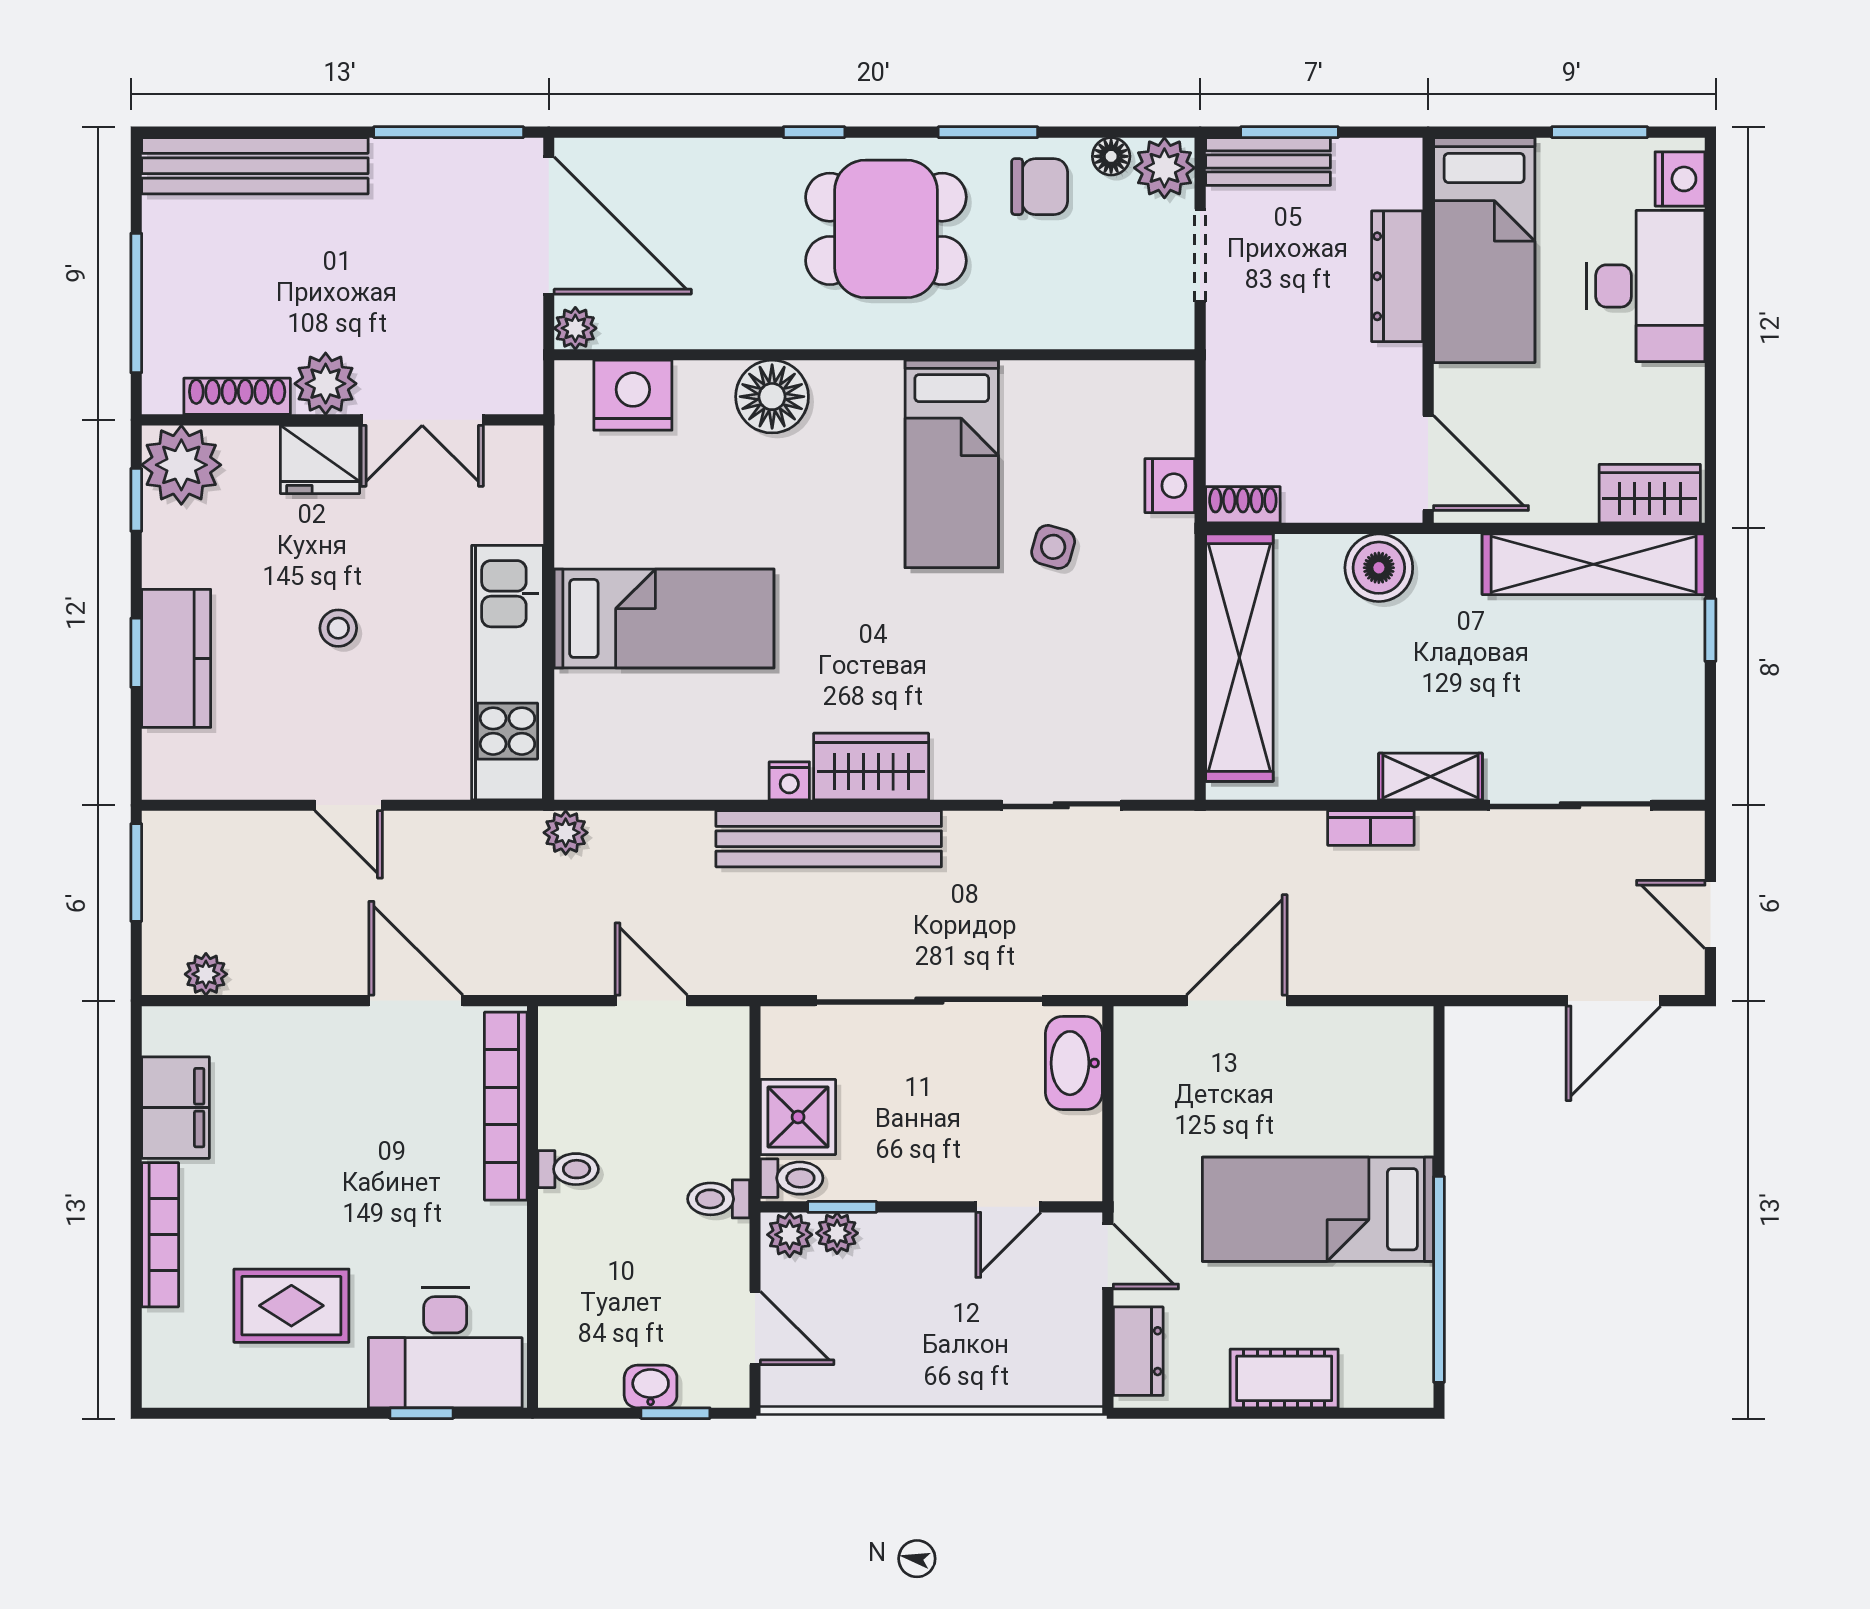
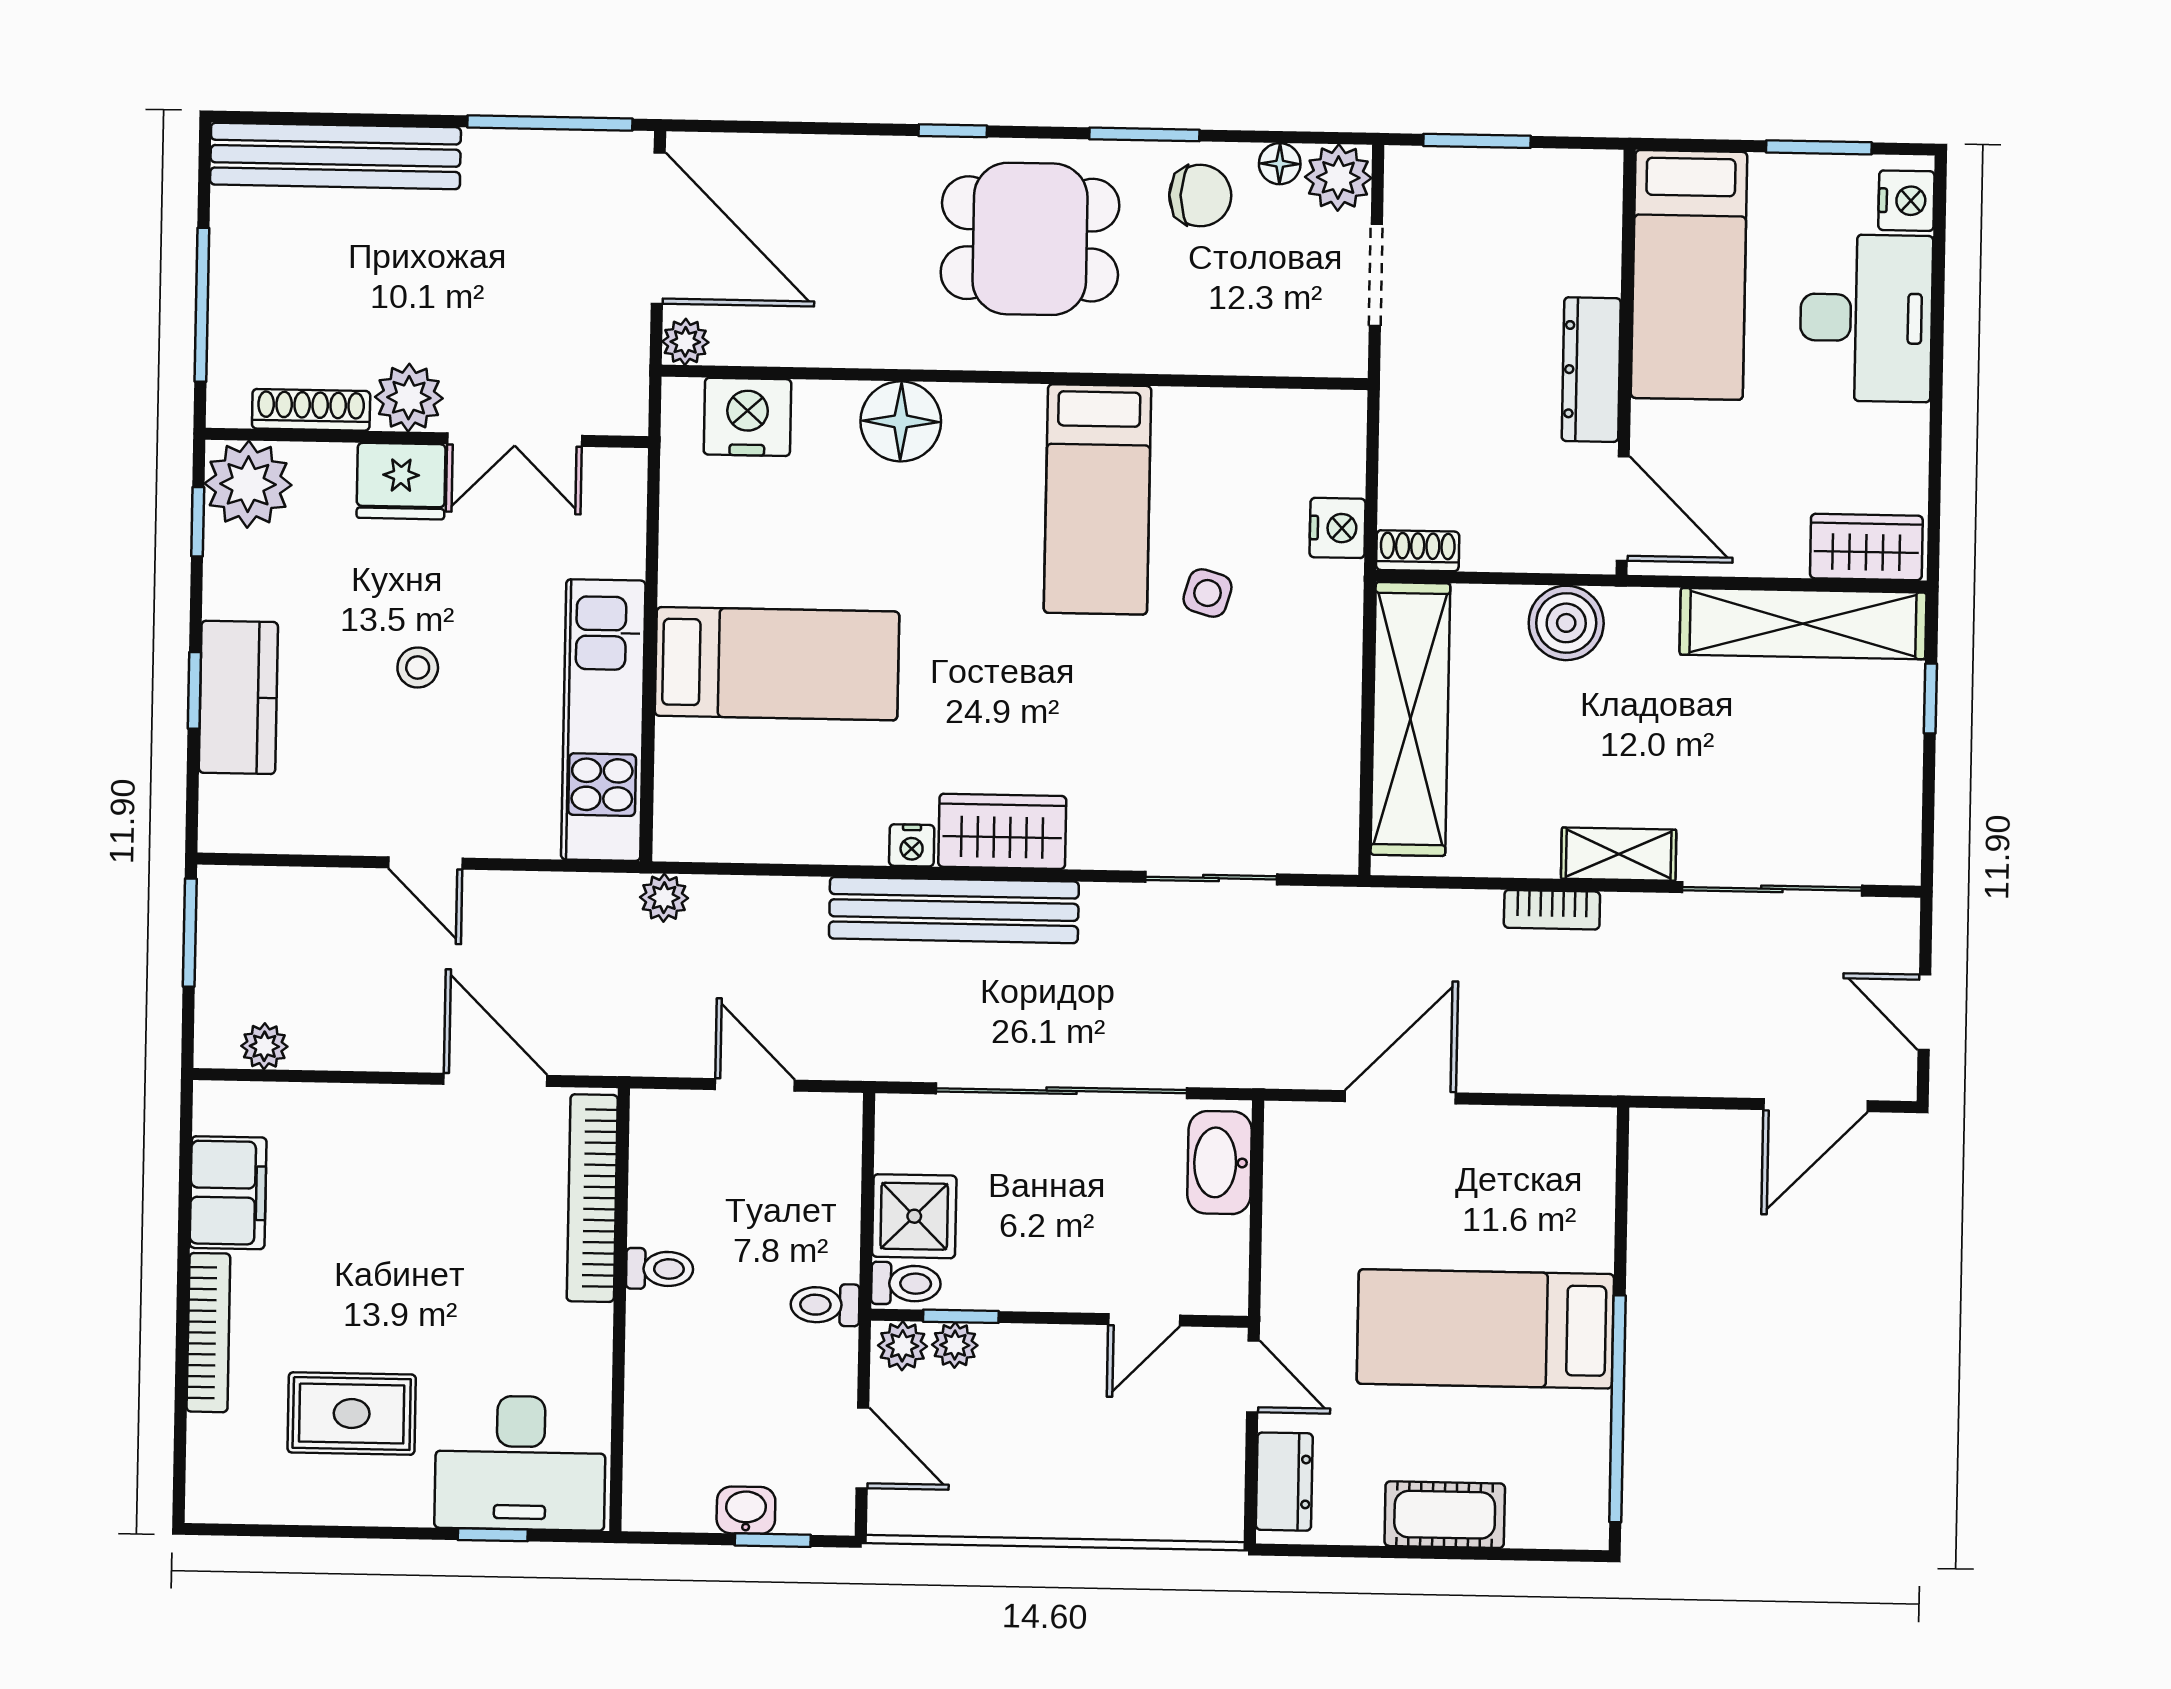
bench: (1268, 161) -> (1453, 173), removed
dresser: (1397, 276) -> (1591, 370), moved

